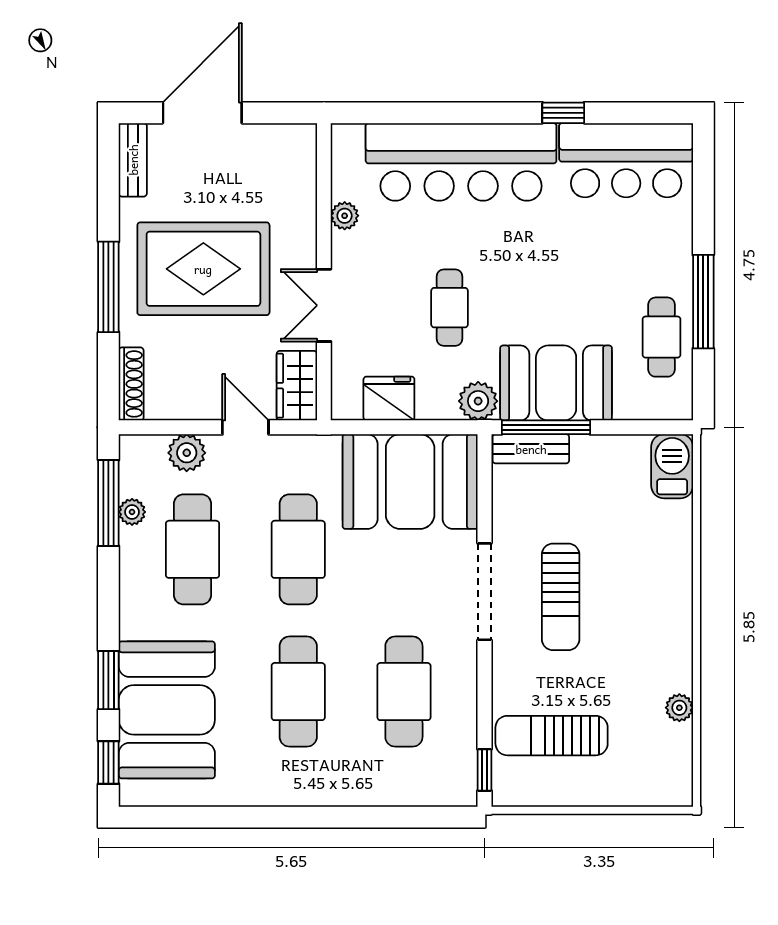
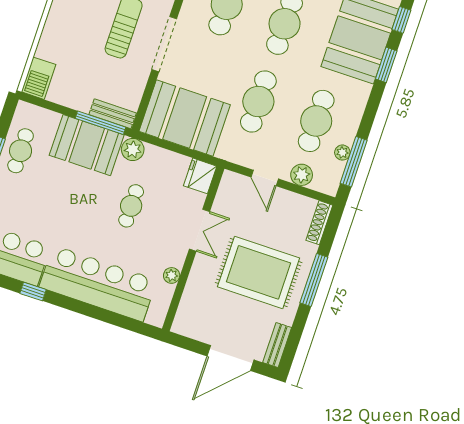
wardrobe: (297, 386) -> (229, 191), removed
fridge: (389, 398) -> (200, 176), moved, turned 90

